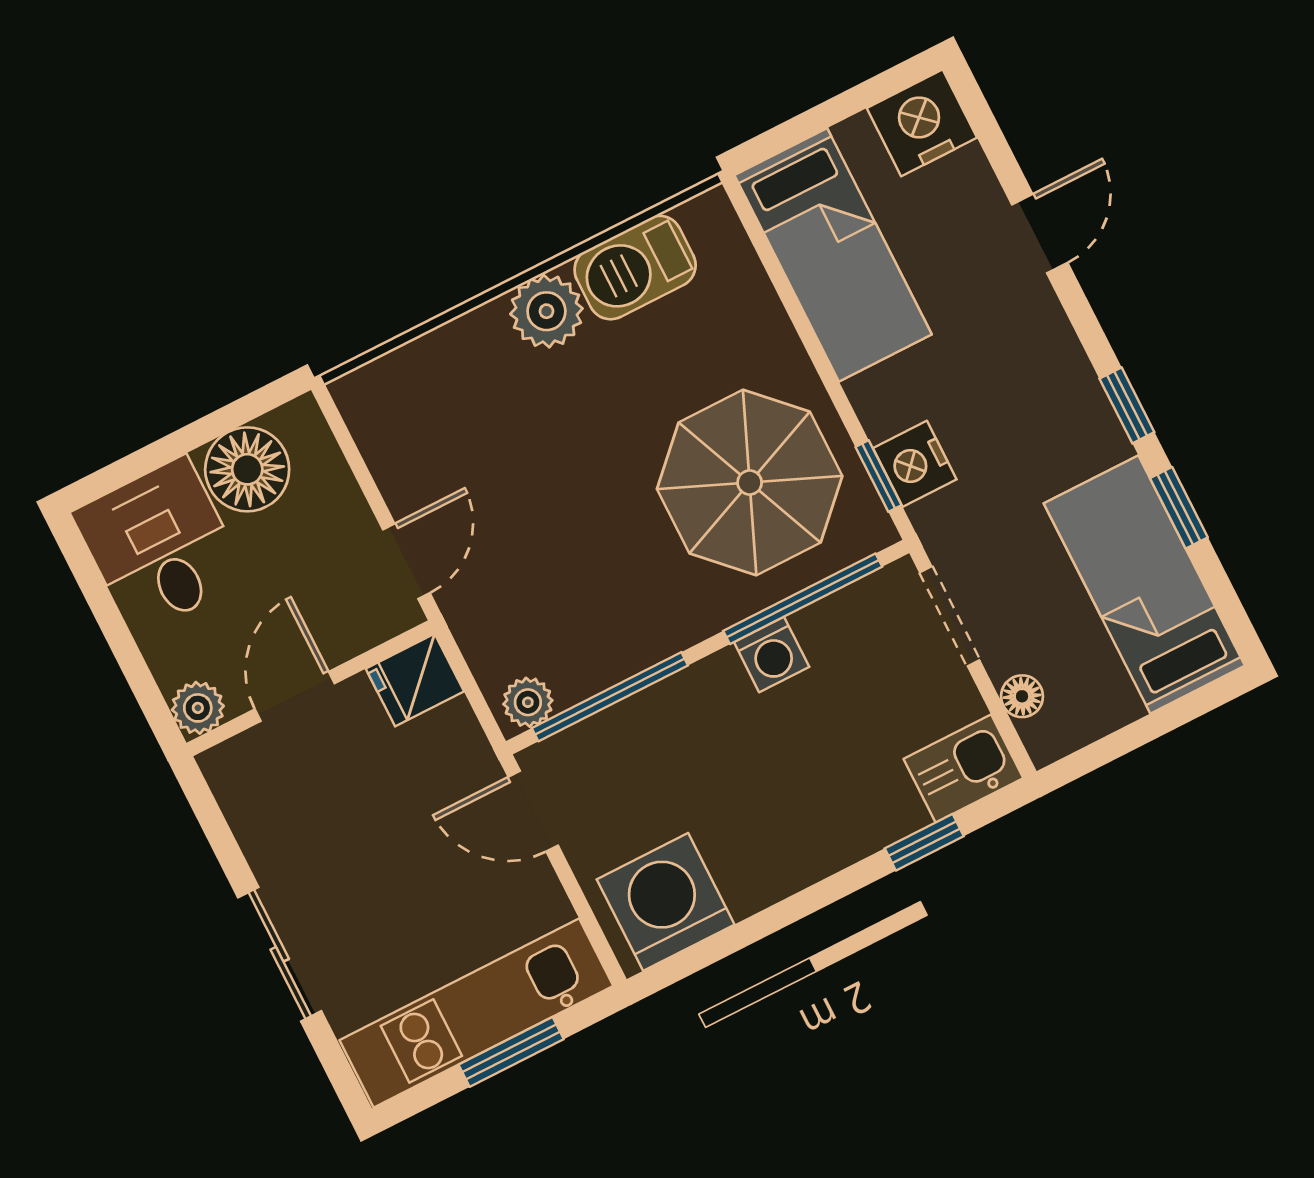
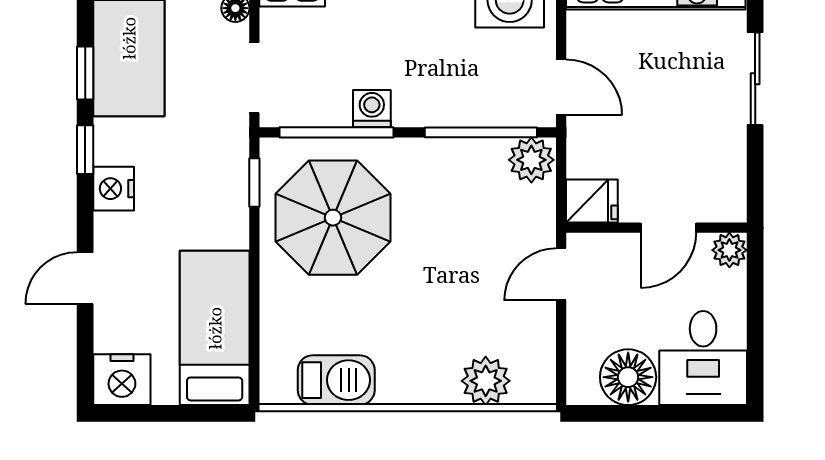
plant: (546, 311) -> (486, 381), moved
nightstand: (915, 464) -> (114, 189), moved, turned 180
plant: (528, 702) -> (531, 160), width x1.38, depth x1.38

